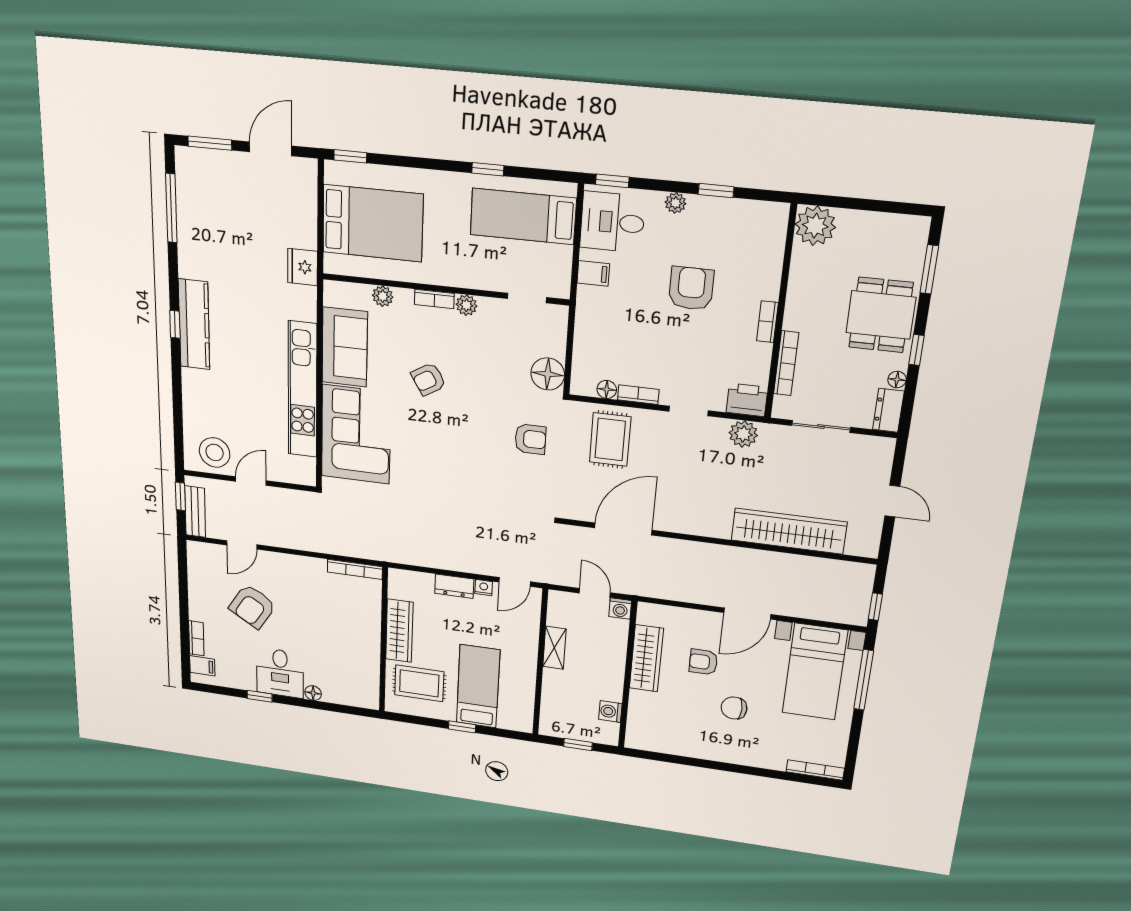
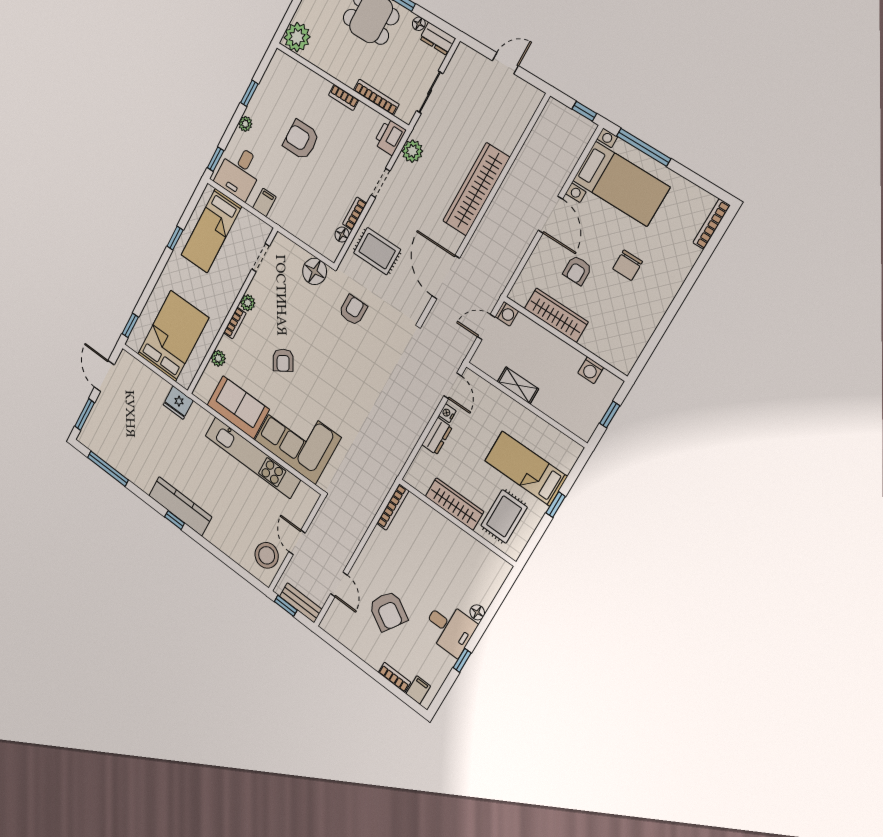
wardrobe: (789, 531) -> (476, 189), moved

